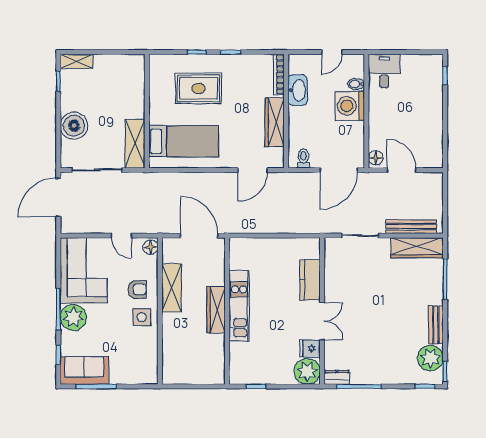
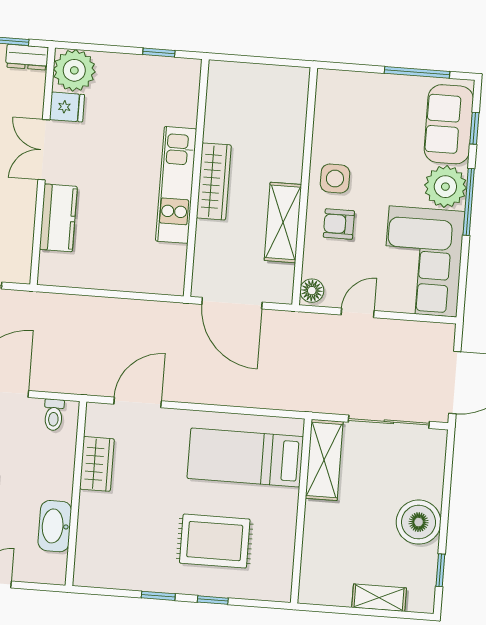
shelving: (77, 61) -> (379, 598), moved
bookcase: (279, 75) -> (83, 554), removed
wardrobe: (275, 122) -> (97, 464), width x0.67
boiler: (74, 126) -> (419, 522), moved
door: (121, 236) -> (358, 313), hinge flipped
sofa: (84, 371) -> (449, 124), moved, turned 90

